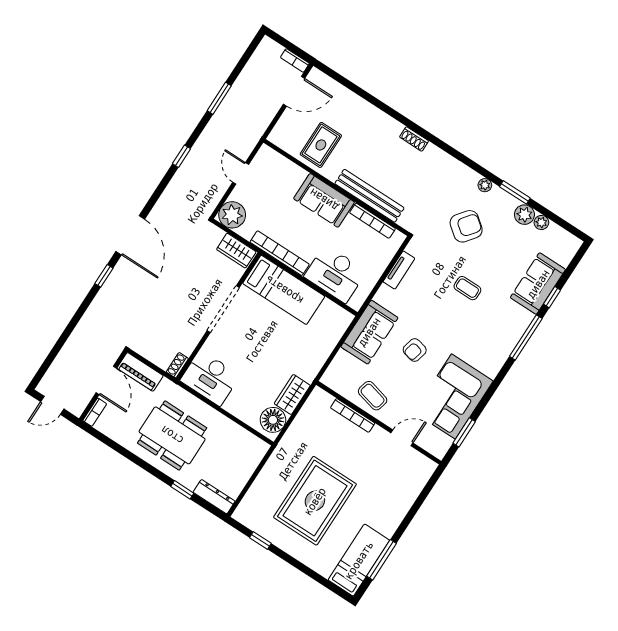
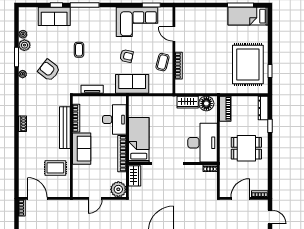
piano: (140, 372) -> (225, 109), moved
desk: (210, 378) -> (202, 143), width x1.36, depth x1.30
dining table: (172, 435) -> (246, 148), width x0.73
rug: (315, 501) -> (248, 64), moved, turned 90

